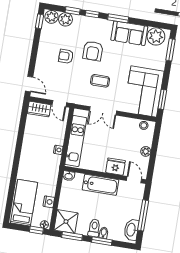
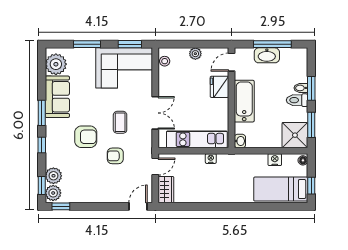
window: (73, 11) -> (42, 186), moved
window: (171, 50) -> (87, 44), moved
armchair: (66, 56) -> (115, 156), moved, turned 90
window: (36, 230) -> (311, 186), moved
washbasin: (131, 230) -> (267, 55), moved

